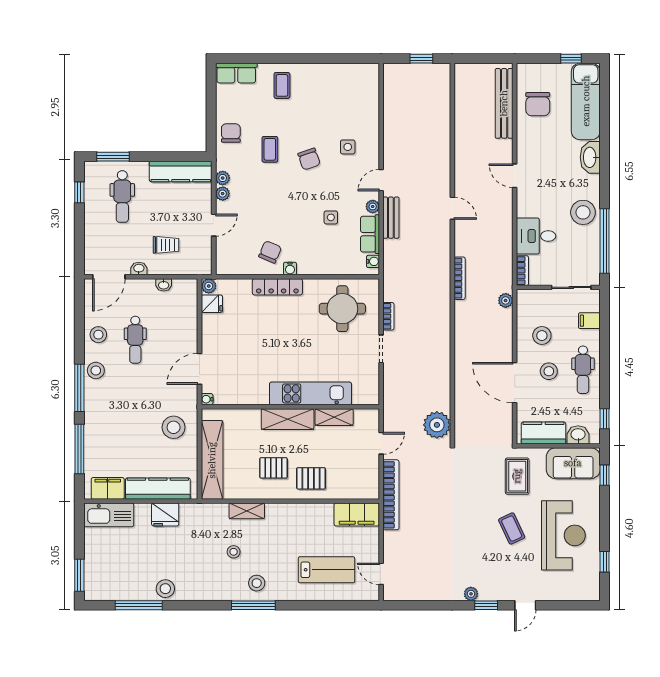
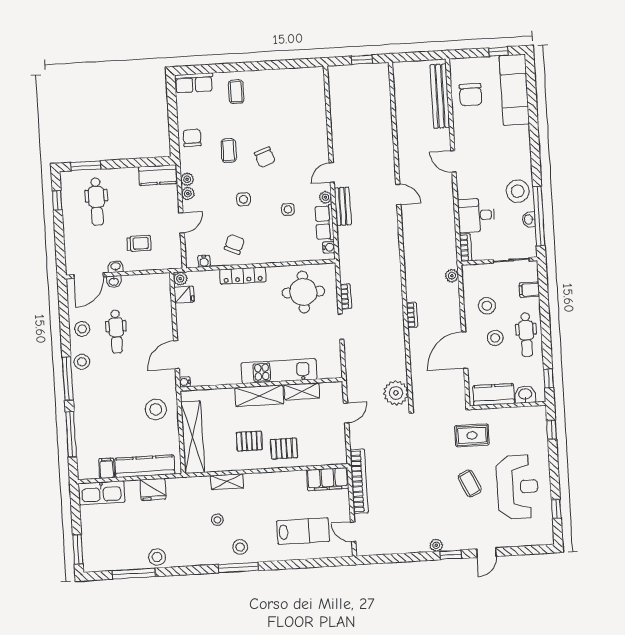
side table: (348, 147) -> (243, 199), moved
washbasin: (590, 157) -> (529, 219), moved, width x0.52, depth x0.69
kitchen counter: (181, 171) -> (158, 175), width x0.67
water cooler: (290, 269) -> (204, 261), moved
bookcase: (460, 278) -> (412, 315), moved, width x0.64
washbasin: (164, 285) -> (114, 282), moved
door: (515, 383) -> (465, 350), hinge flipped
sofa: (573, 463) -> (522, 421), removed
rug: (517, 476) -> (472, 435), turned 90
filing cabinet: (108, 488) -> (107, 468), width x0.50
bookcase: (391, 495) -> (359, 481), moved

